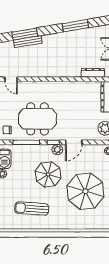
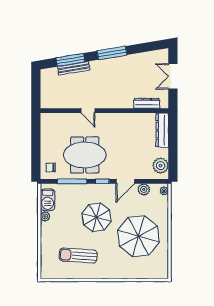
window: (75, 26) -> (112, 53), moved
door: (11, 79) -> (88, 111), moved
plant: (57, 150) -> (144, 189), moved

